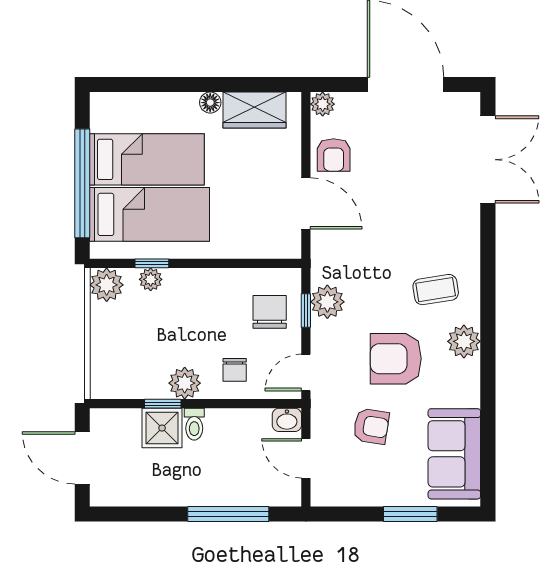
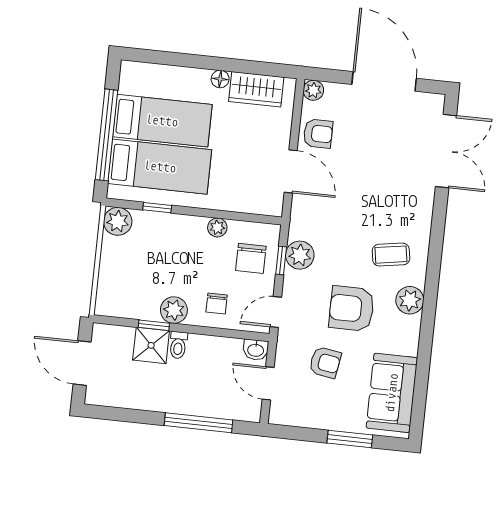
armchair: (334, 155) -> (318, 134), turned -90
plant: (151, 279) -> (217, 227), moved
chair: (270, 312) -> (251, 258), turned 180

